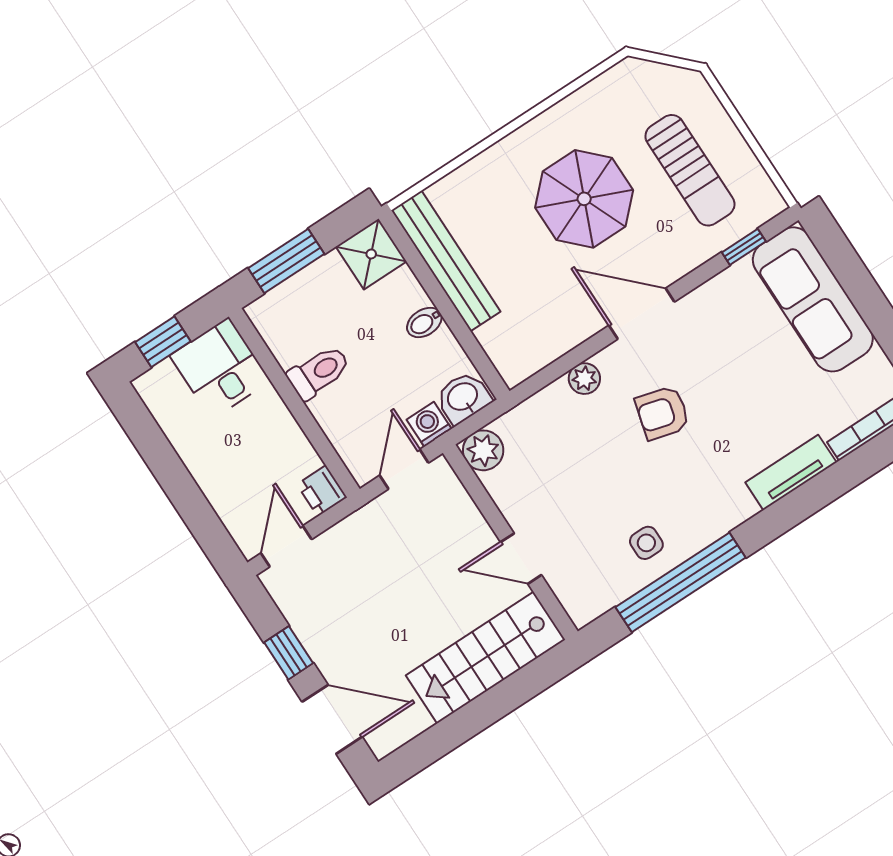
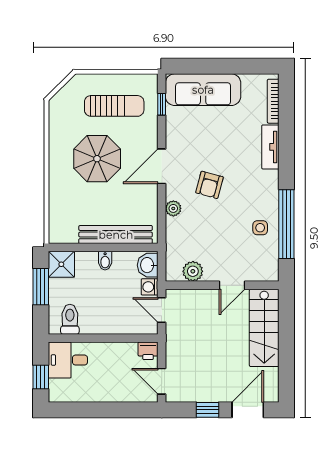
window: (286, 261) -> (41, 287), moved
bench: (446, 261) -> (116, 235), moved
toilet: (319, 372) -> (70, 319), moved
plant: (483, 450) -> (193, 271), moved

